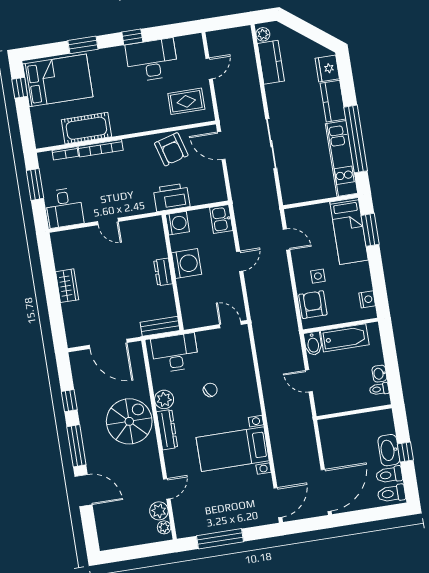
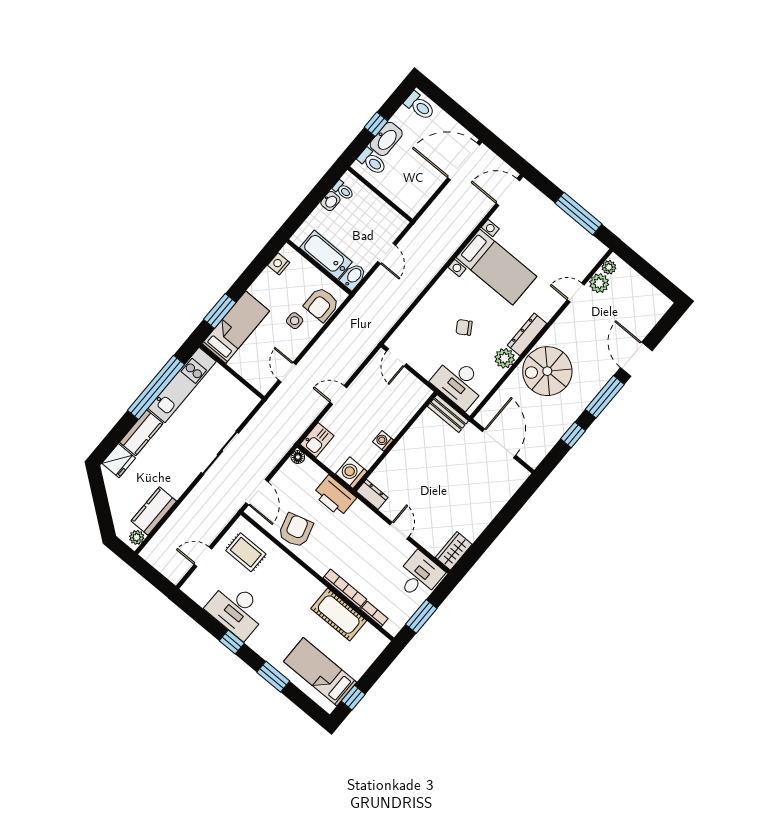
bed: (58, 80) -> (320, 672), width x0.67
floor lamp: (221, 195) -> (298, 457), added
washing machine: (187, 264) -> (383, 441), width x0.53, depth x0.53
dresser: (163, 272) -> (372, 494), moved, turned -90
wardrobe: (67, 286) -> (454, 551), moved
toilet: (389, 475) -> (372, 162), moved

